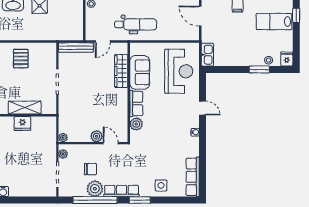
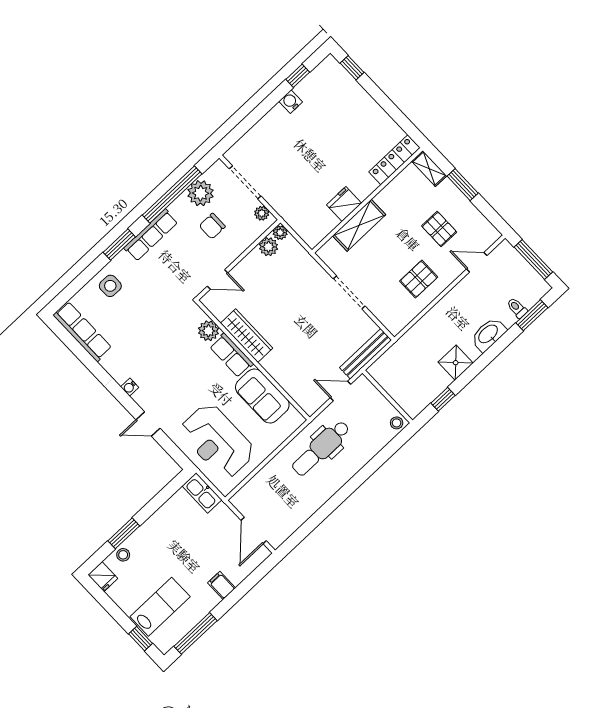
door: (200, 16) -> (254, 530), swing flipped
door: (103, 42) -> (341, 391), hinge flipped
pallet: (21, 59) -> (419, 279), turned 90
wardrobe: (121, 71) -> (247, 336), moved
plant: (97, 136) -> (269, 247), moved
plant: (95, 189) -> (201, 193), moved

